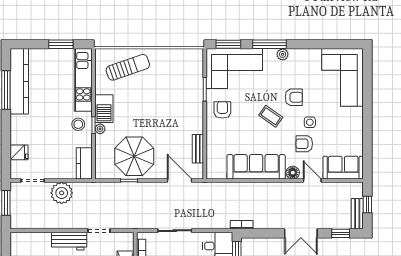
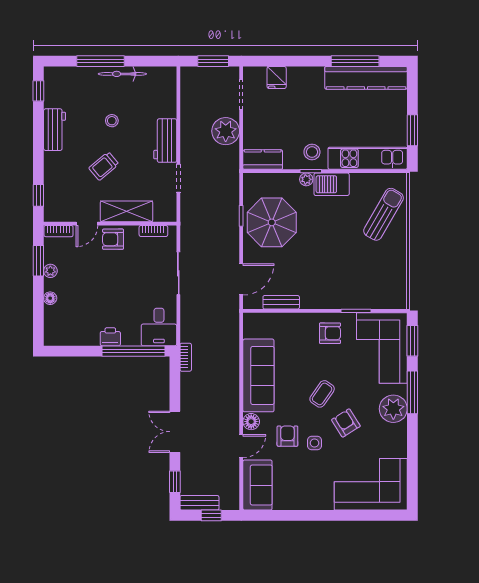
plant: (283, 54) -> (393, 409), width x1.88, depth x1.88
sun lounger: (128, 67) -> (383, 214), turned -131
armchair: (294, 97) -> (346, 423), turned 148

